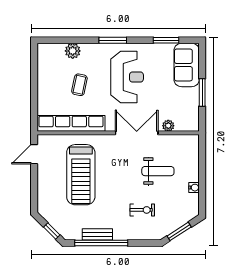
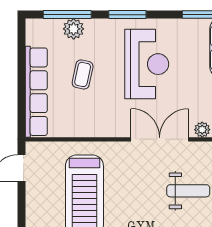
window: (68, 40) -> (67, 15), added
row of seats: (71, 123) -> (36, 92), moved, turned 90

